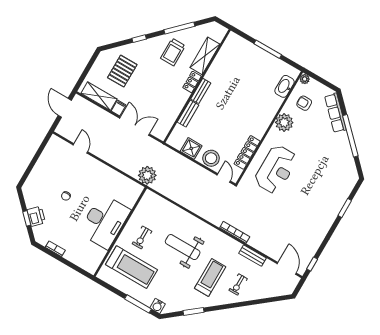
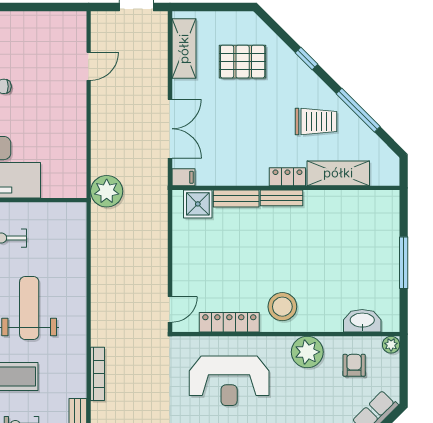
trolley: (173, 52) -> (316, 121), turned 180
filing cabinet: (119, 108) -> (183, 177), moved
shower: (191, 148) -> (198, 204), moved
stool: (211, 158) -> (282, 307), moved

